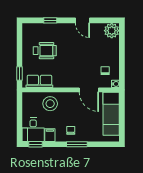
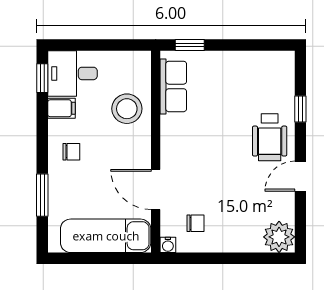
wheelchair: (45, 51) -> (270, 137), moved
door: (89, 90) -> (156, 189), hinge flipped
window: (77, 144) -> (42, 195), moved

